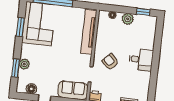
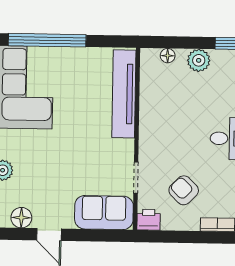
armchair: (110, 62) -> (184, 190), moved

